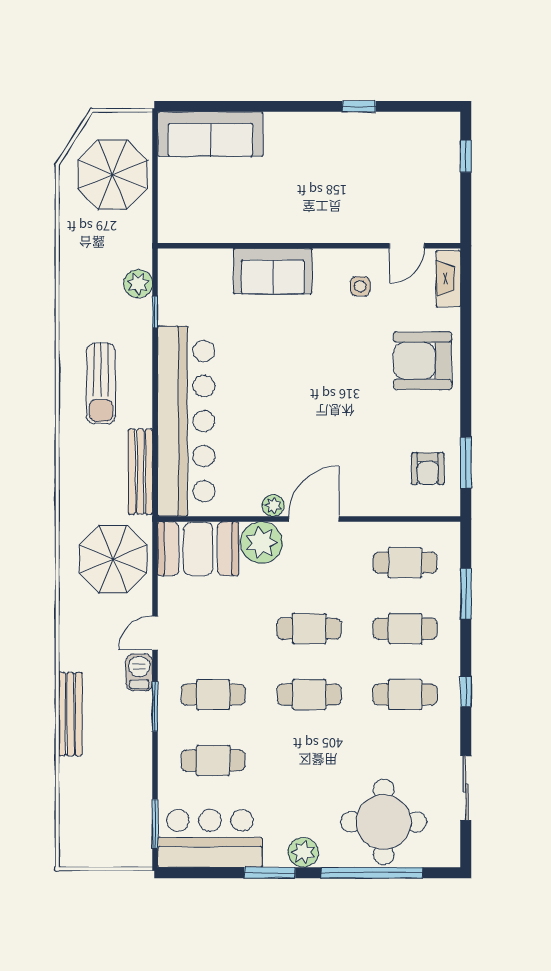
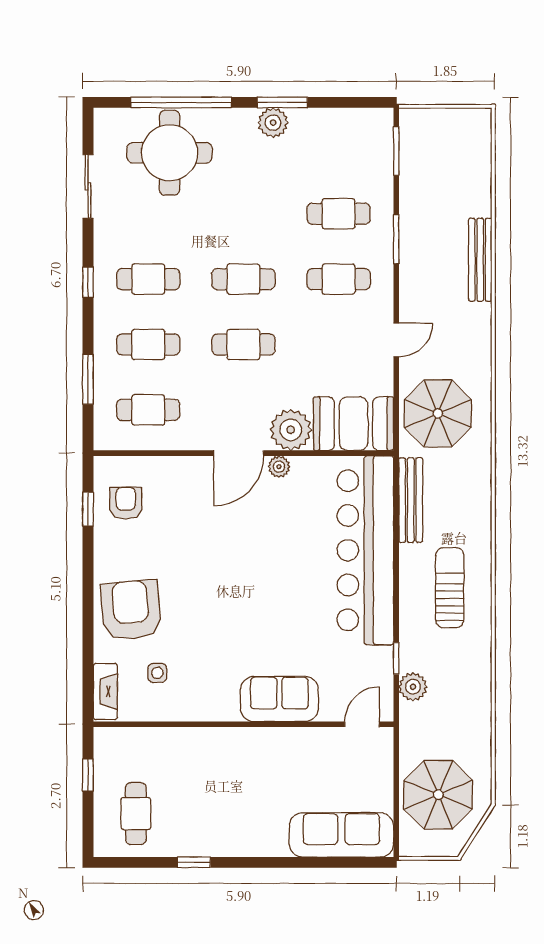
cafe table: (418, 155) -> (136, 814), added
window: (466, 156) -> (88, 775), moved
door: (407, 246) -> (362, 724), moved
side table: (360, 286) -> (157, 673), moved
armchair: (423, 361) -> (131, 610), turned -95
window: (466, 463) -> (88, 509), width x0.67
barbecue: (139, 672) -> (412, 301), removed
window: (155, 707) -> (396, 239), moved
bar counter: (210, 838) -> (342, 136), removed
plant: (303, 852) -> (273, 123), moved

